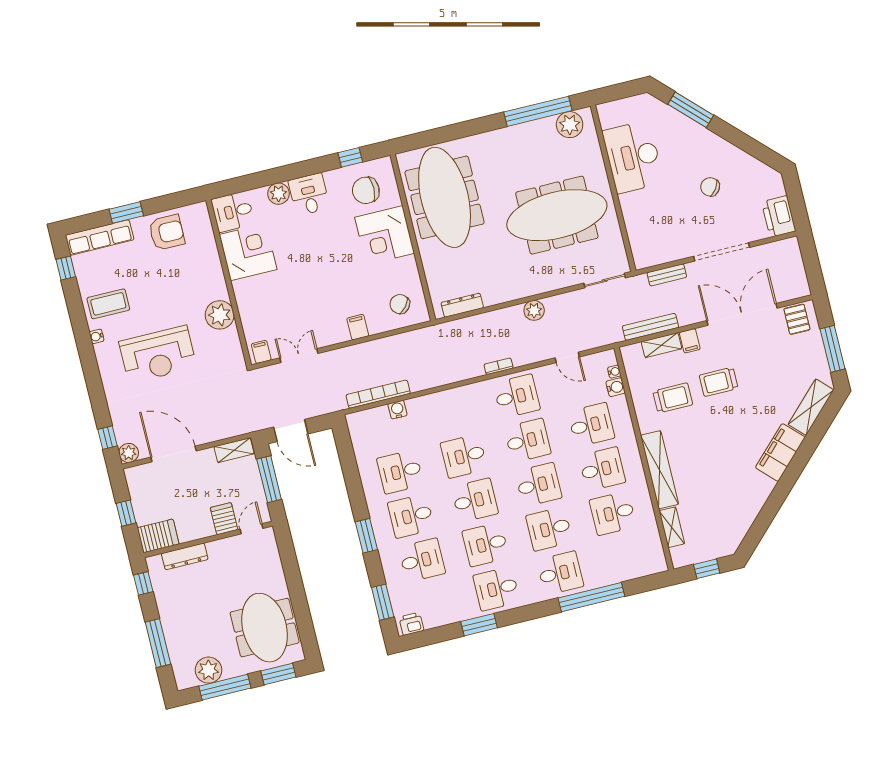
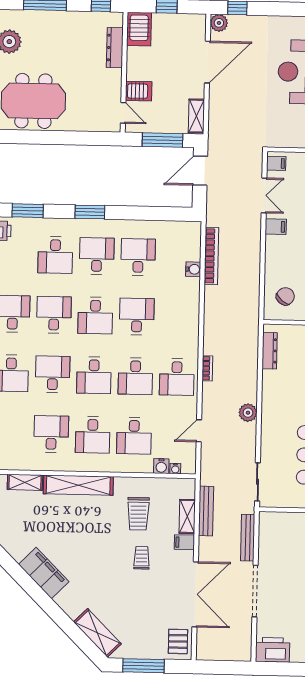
bench: (667, 275) -> (248, 538), width x1.36
pallet: (797, 319) -> (178, 641), turned 90
filing cabinet: (358, 327) -> (276, 227), moved
trolley: (719, 382) -> (142, 558), width x0.73, depth x0.72
filing cabinet: (780, 452) -> (44, 573), moved

